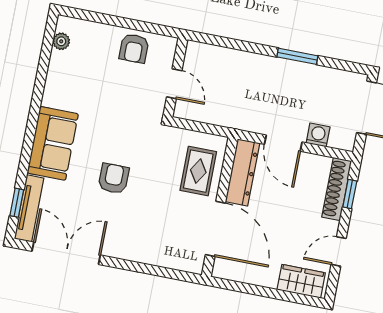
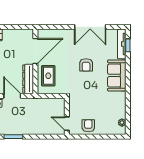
door: (174, 84) -> (67, 124), moved
door: (215, 229) -> (35, 51), swing flipped
double door: (66, 253) -> (90, 27), moved

